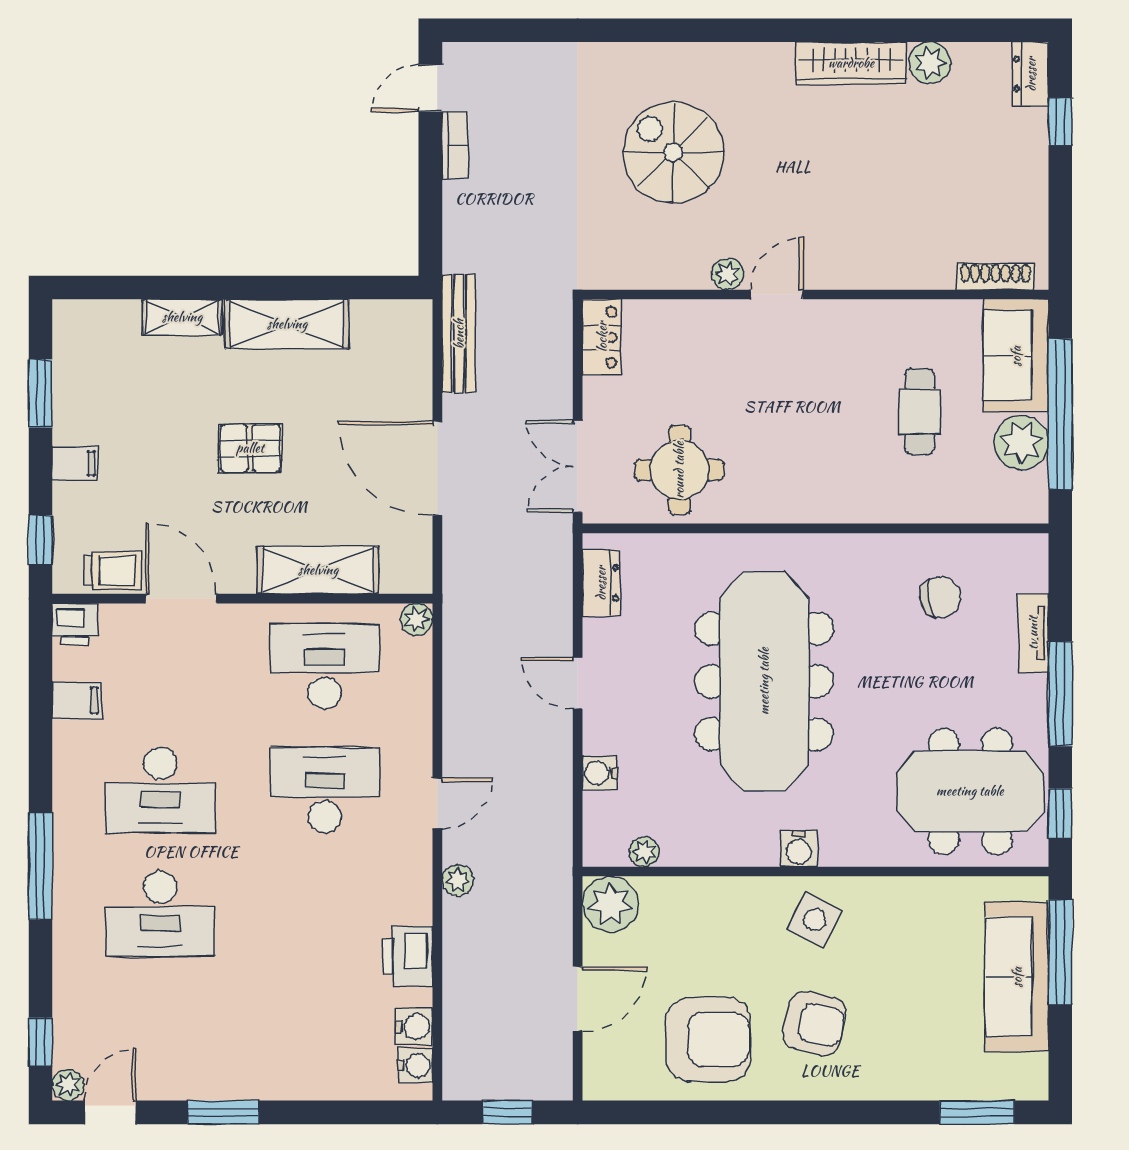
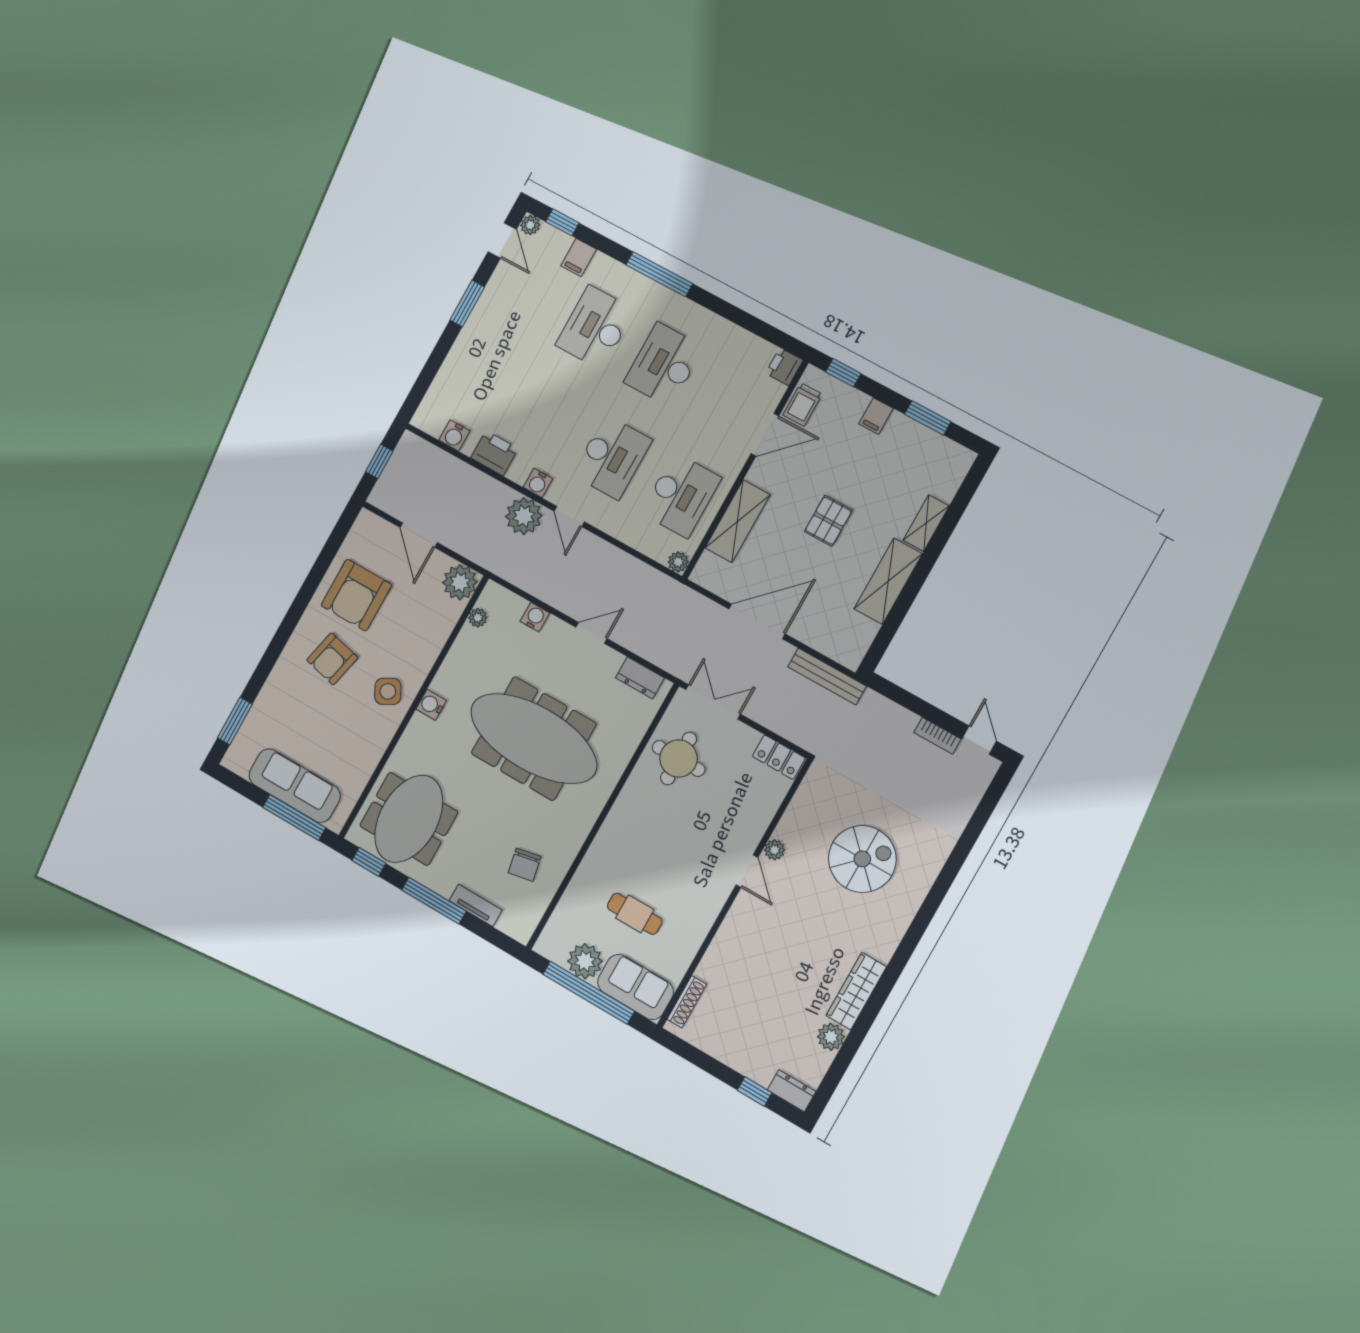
filing cabinet: (77, 701) -> (579, 258), moved
plant: (458, 880) -> (524, 516), width x1.88, depth x1.88
side table: (815, 920) -> (388, 691), turned 36
water cooler: (415, 1066) -> (538, 483), moved

